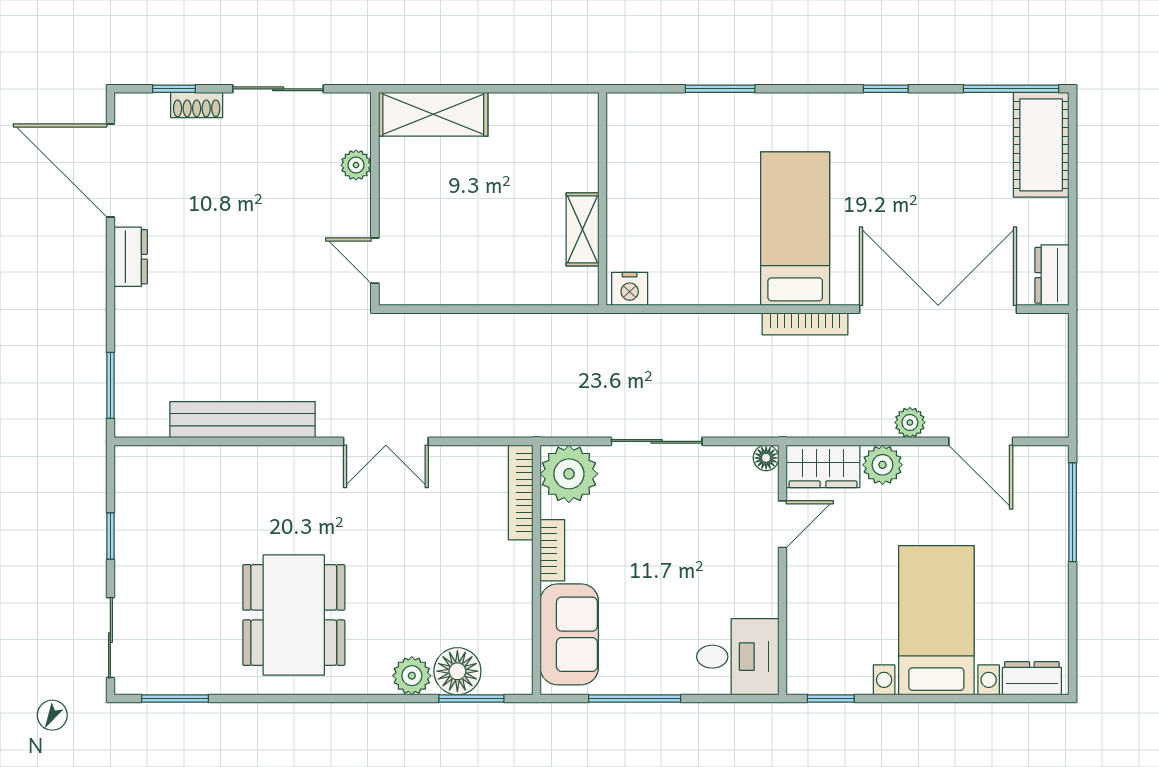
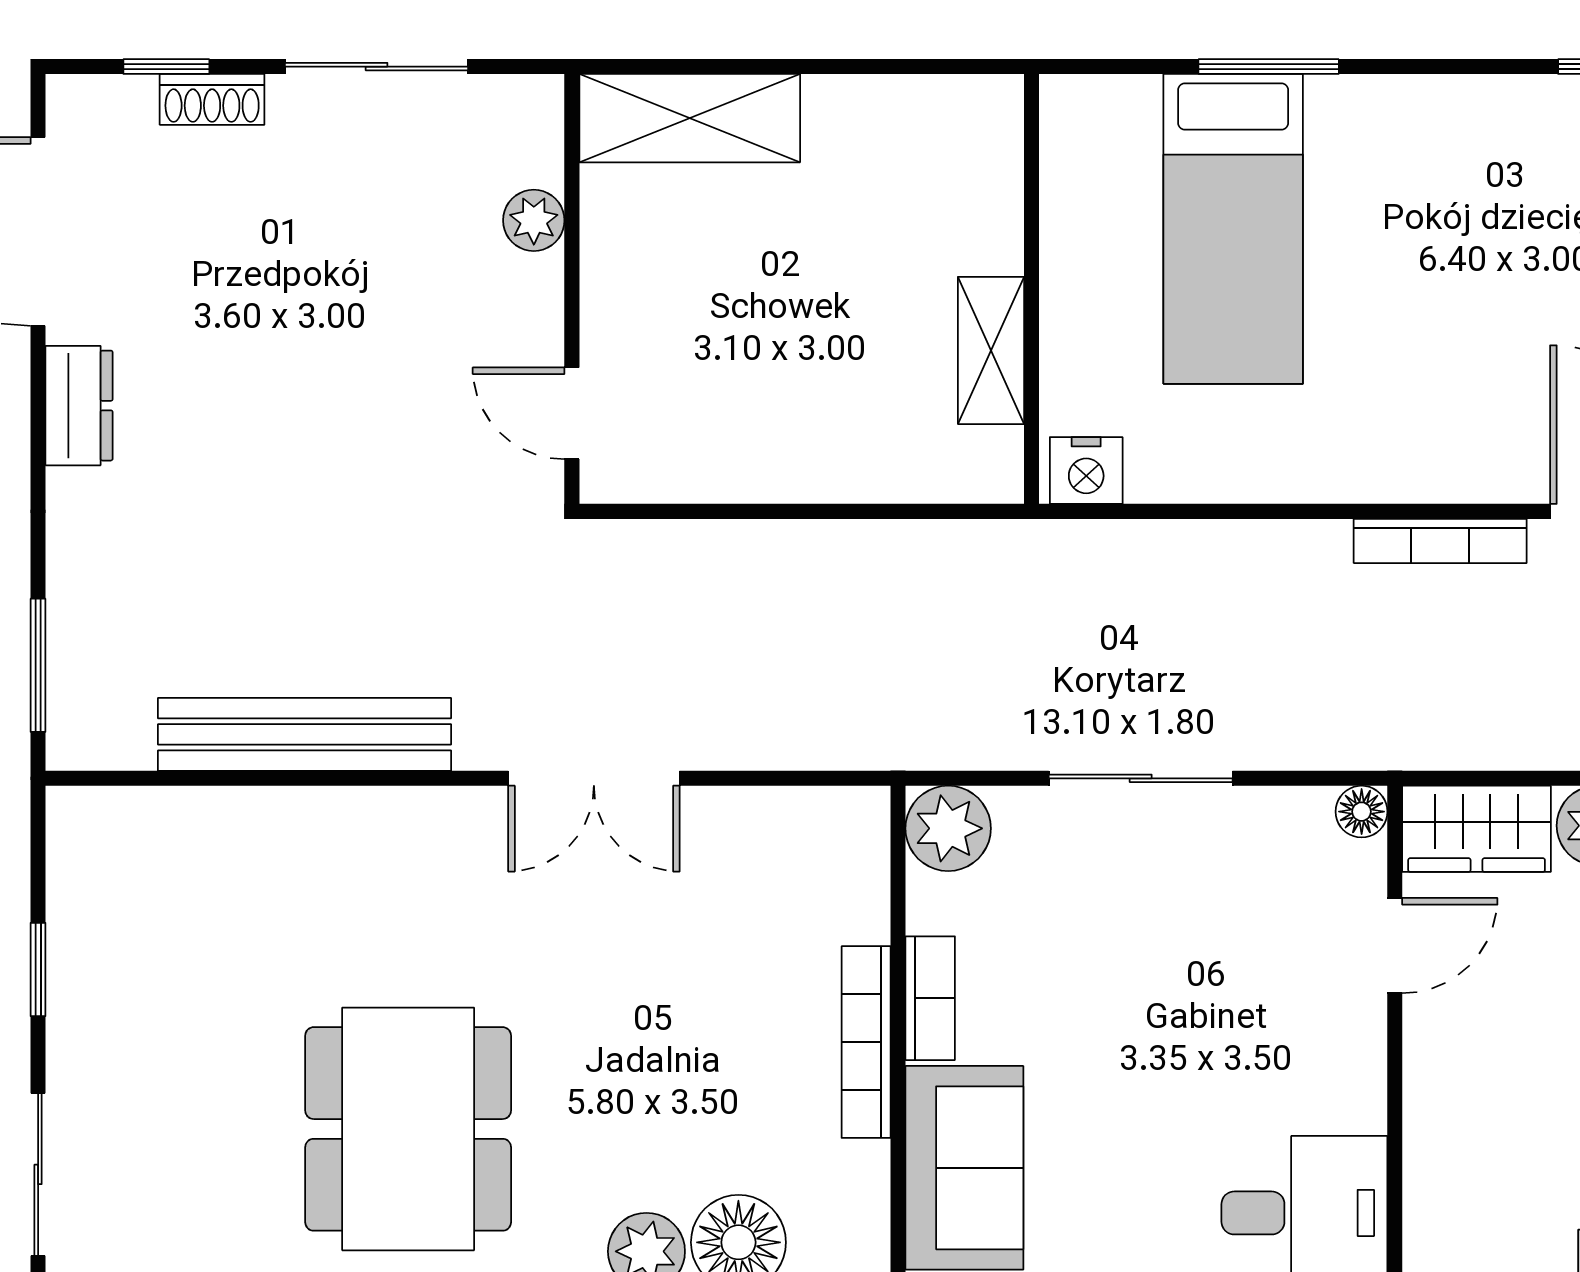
bed: (795, 229) -> (1233, 229), moved, turned 180
plant: (569, 474) -> (948, 828), width x0.73, depth x0.73
bookcase: (521, 493) -> (866, 1042), moved

